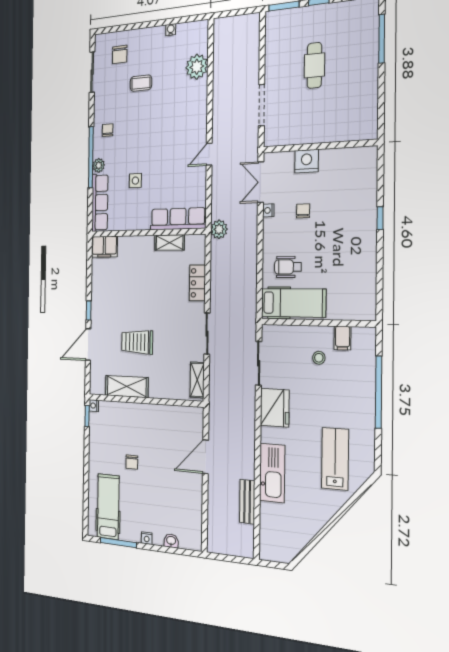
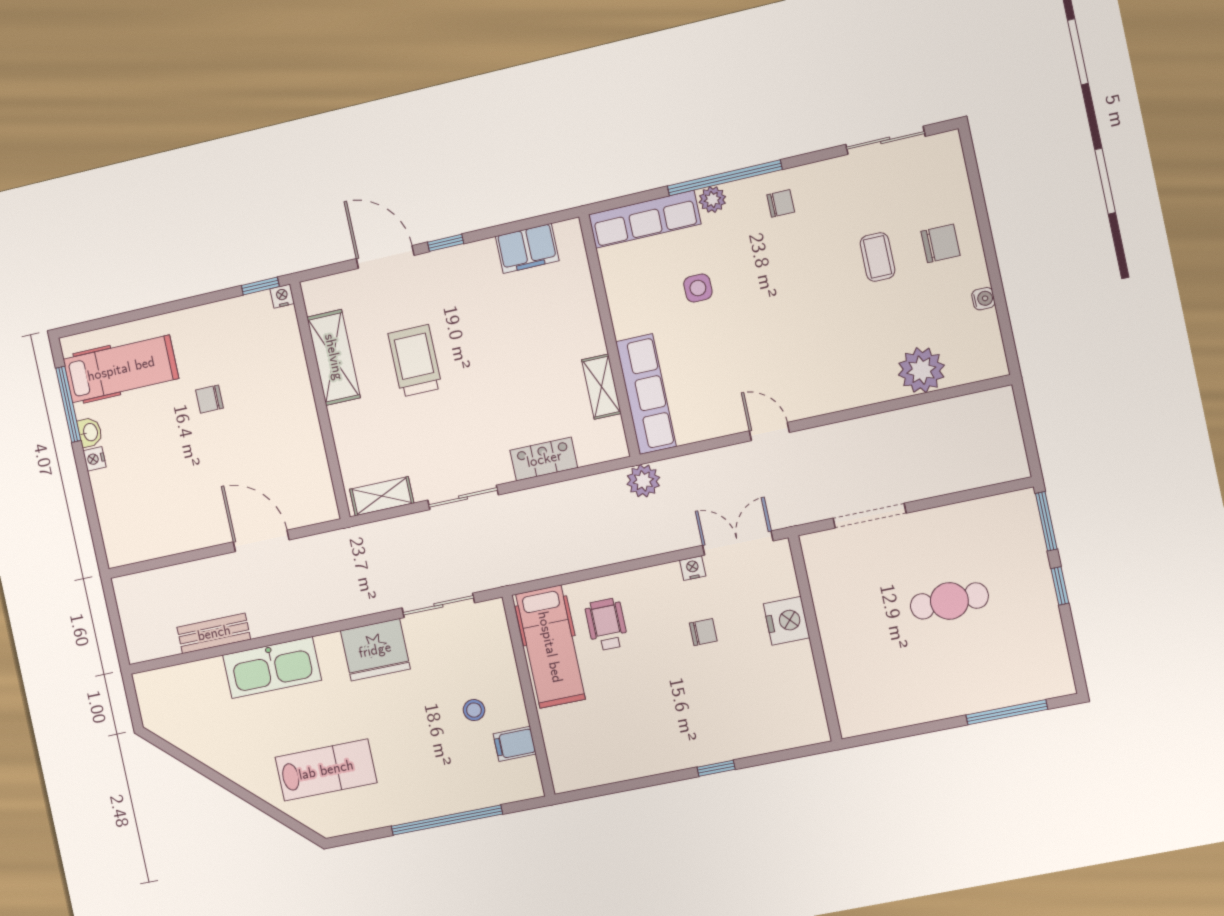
chair: (120, 54) -> (940, 243), moved, turned 180
filing cabinet: (104, 247) -> (527, 248), moved, turned -90
washbasin: (171, 541) -> (90, 432), moved

